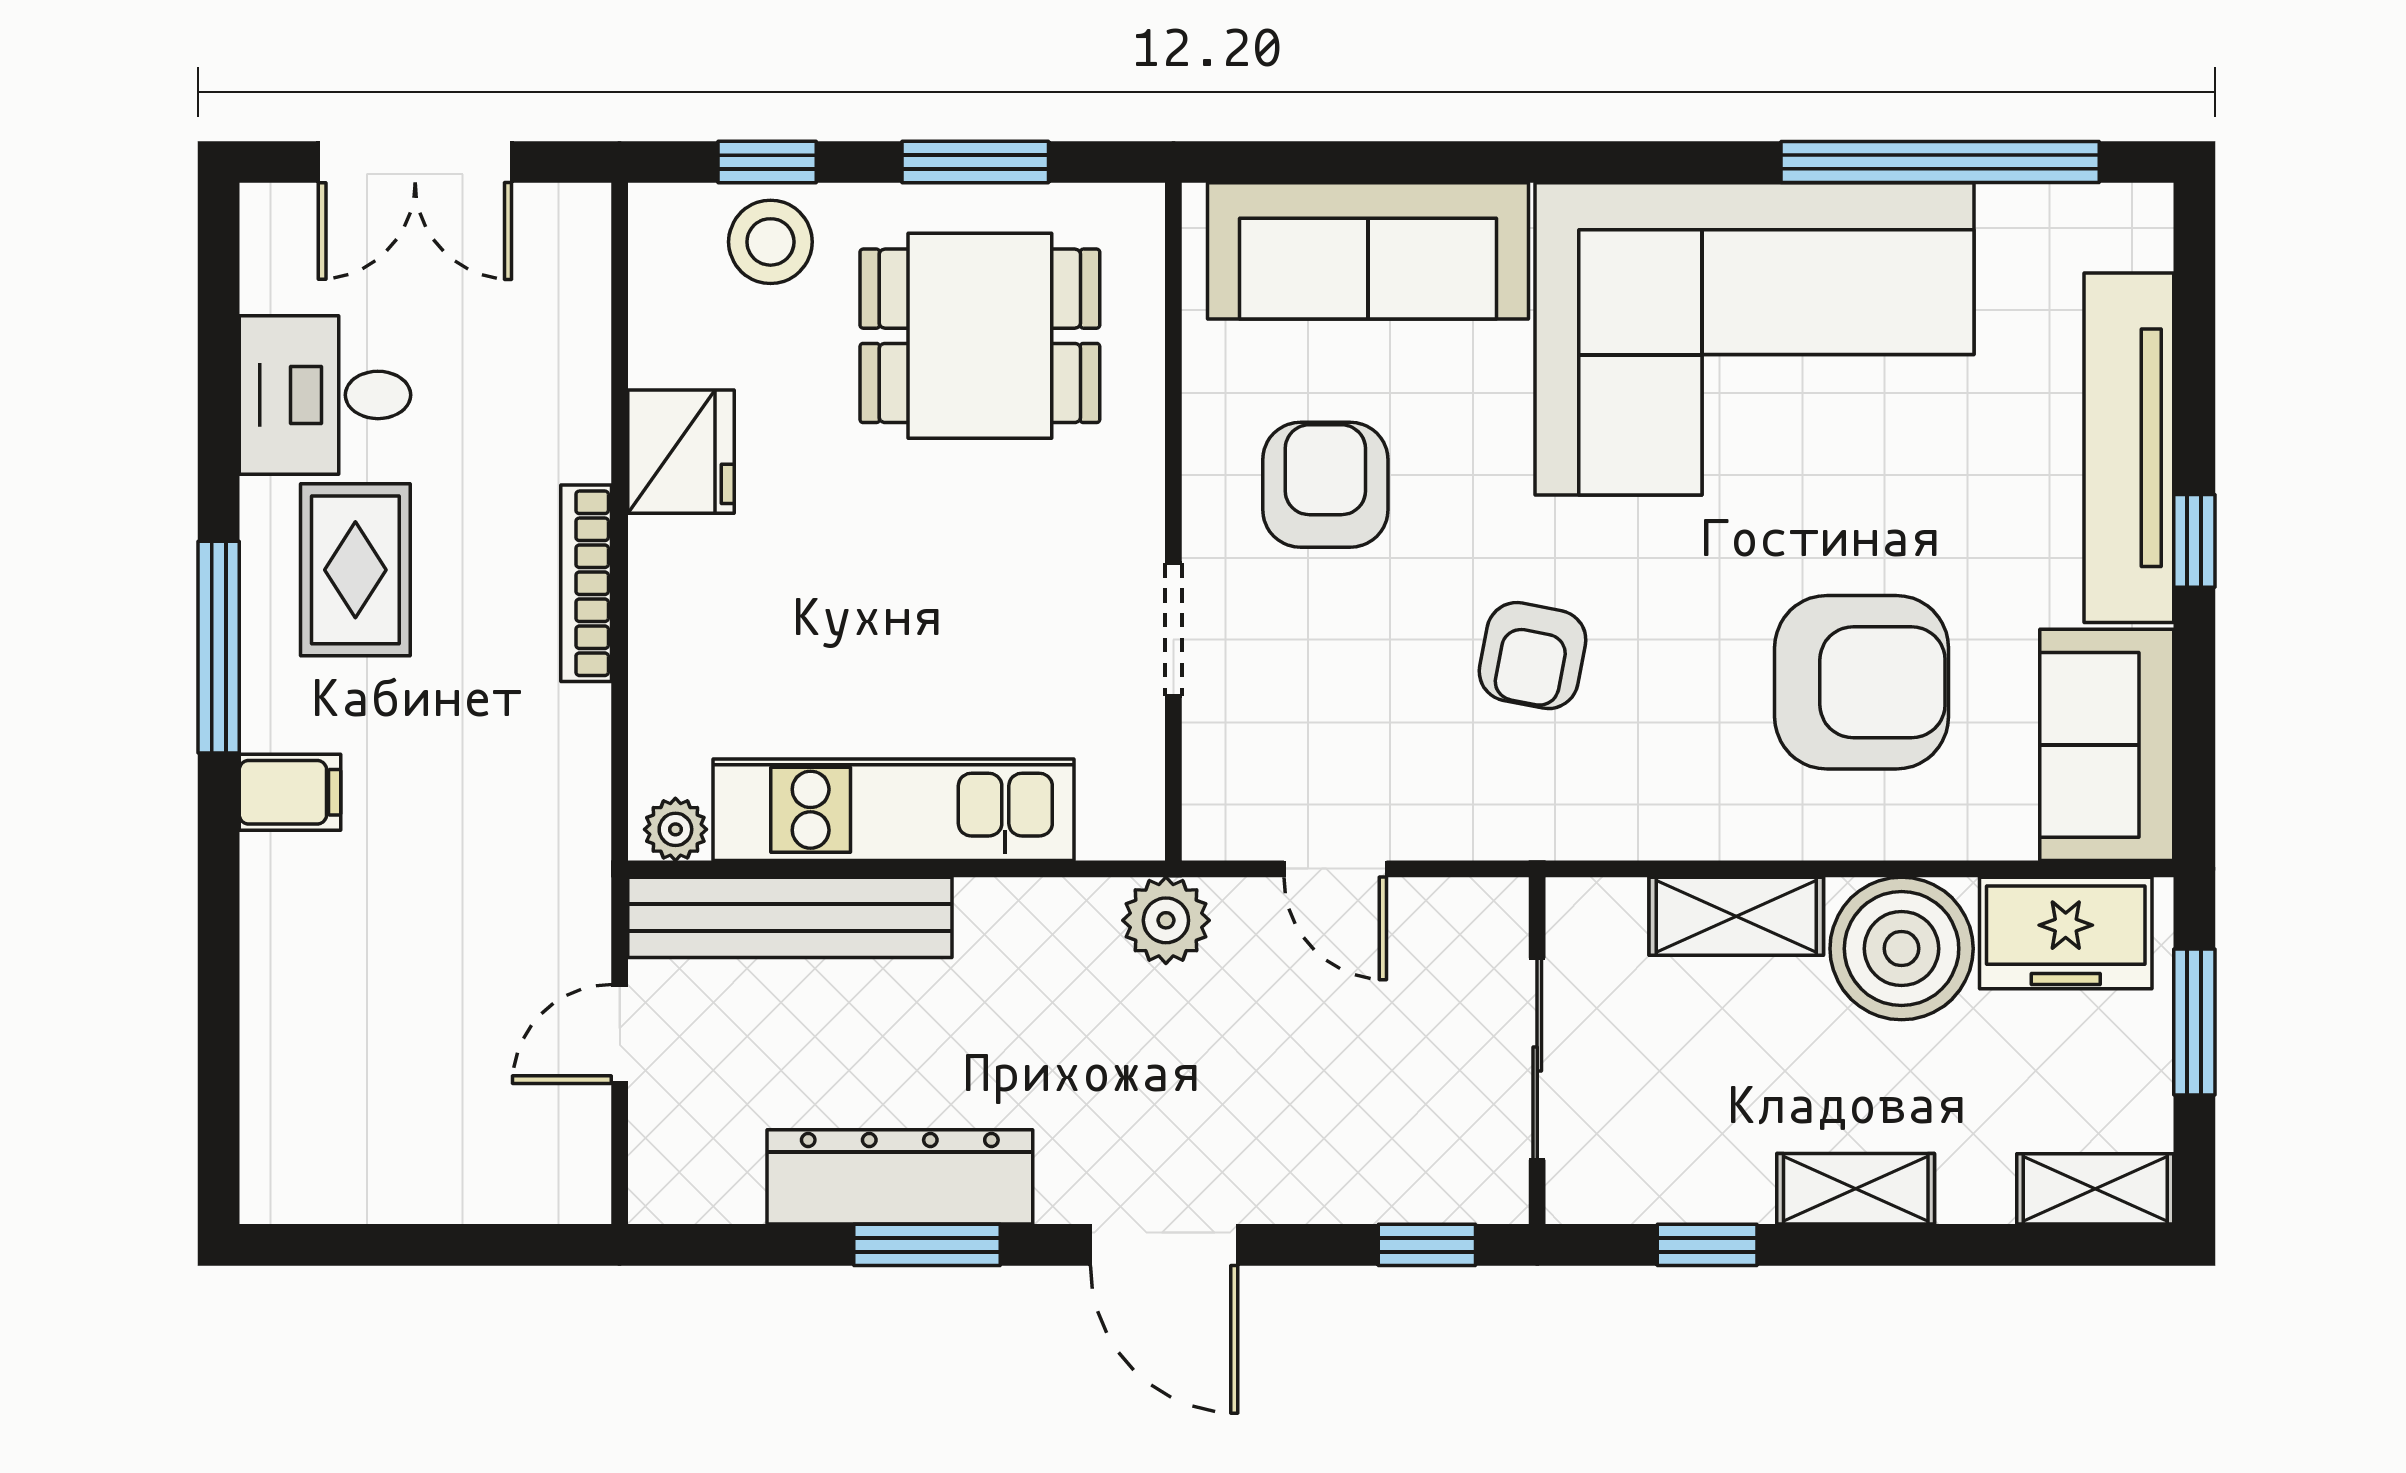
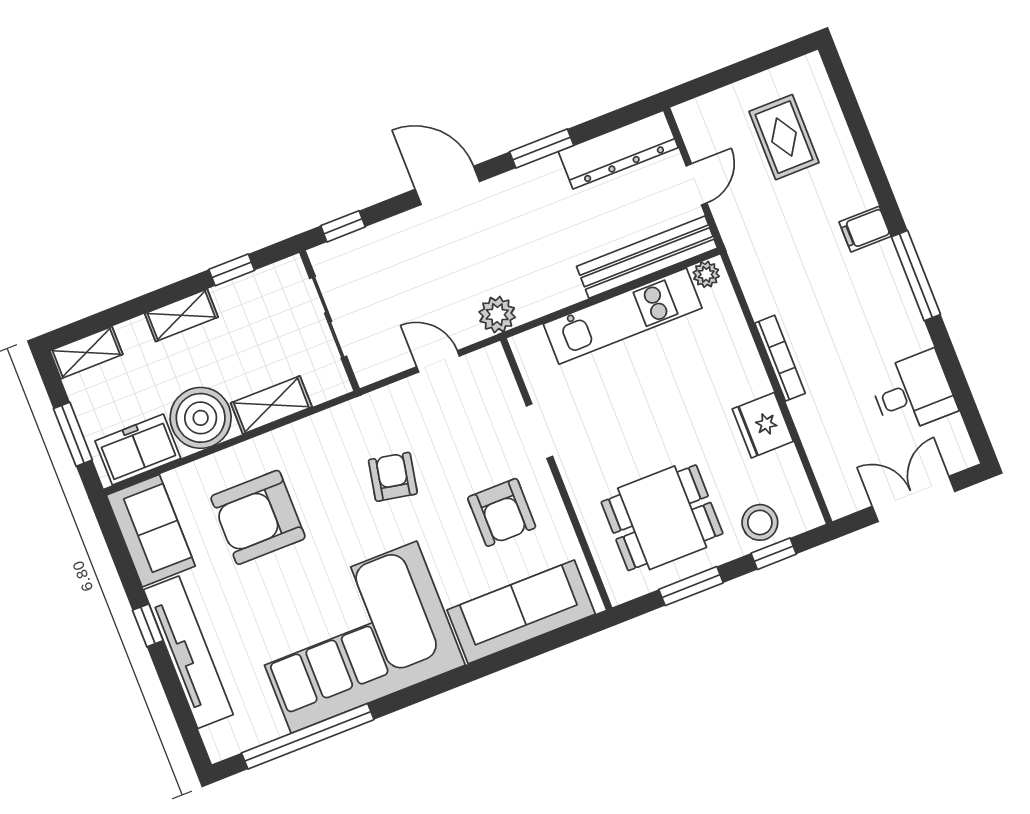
rug: (355, 570) -> (784, 137), moved
dresser: (900, 1177) -> (618, 150), moved

